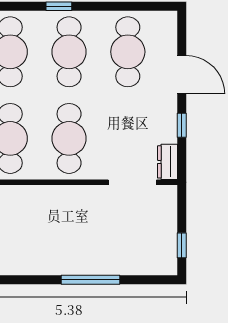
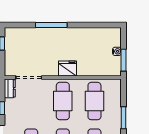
fridge: (61, 199) -> (67, 68), added

